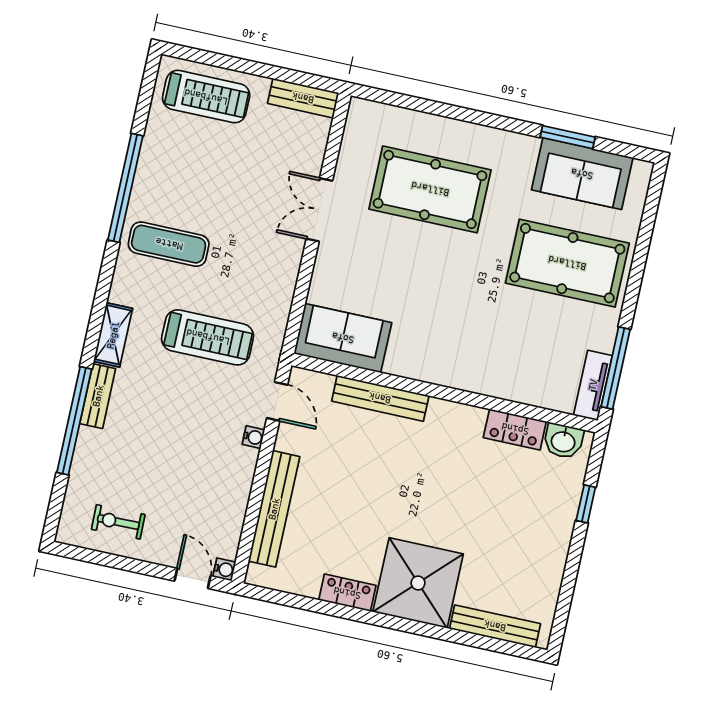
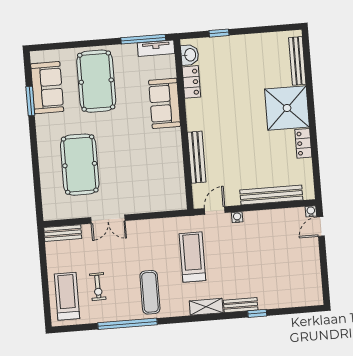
bench: (303, 98) -> (63, 233), moved, turned 90
sofa: (343, 338) -> (165, 103), moved
window: (74, 421) -> (257, 313), width x0.32
exercise bike: (118, 522) -> (98, 287), moved

